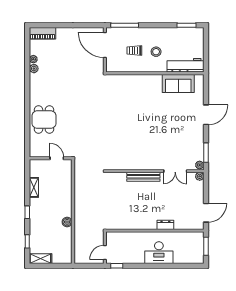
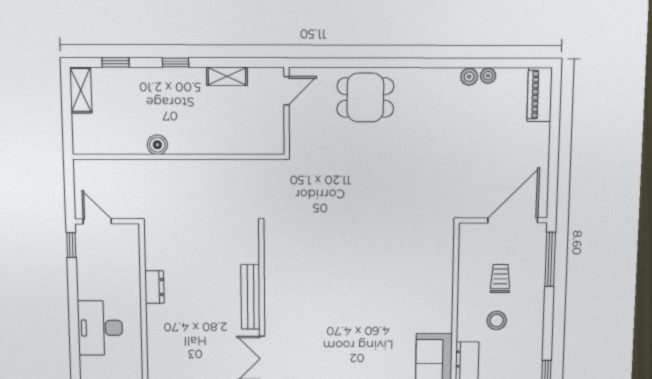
door: (57, 158) -> (287, 91), moved
dresser: (165, 225) -> (154, 287), moved

